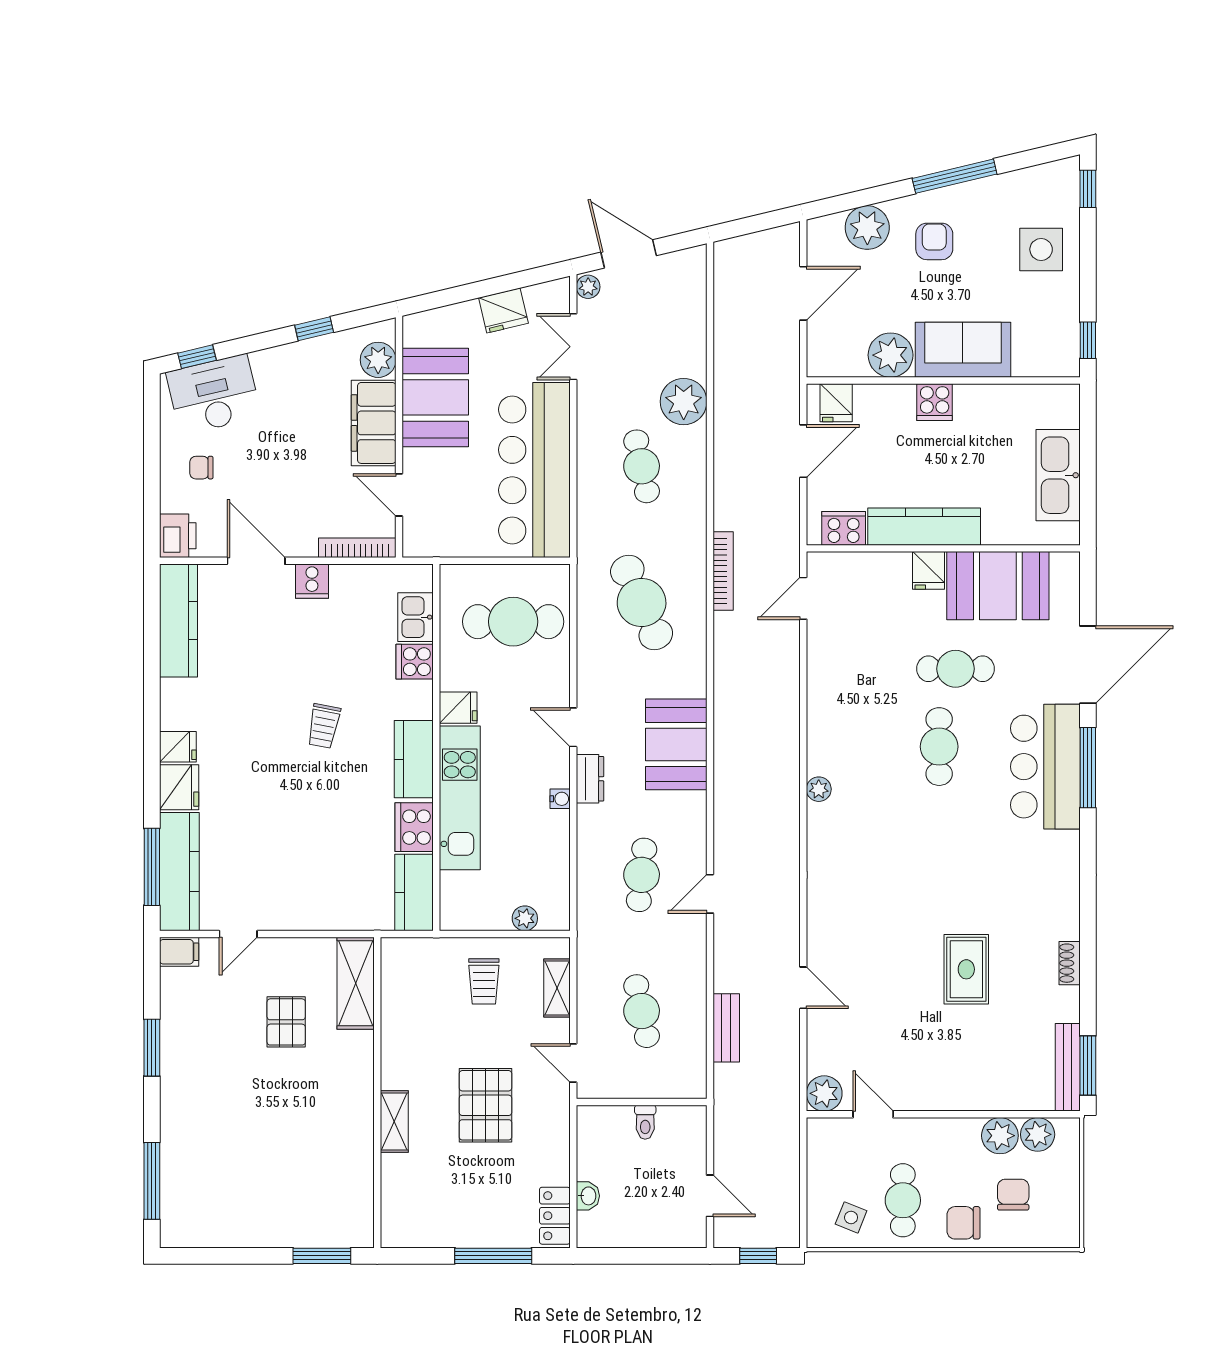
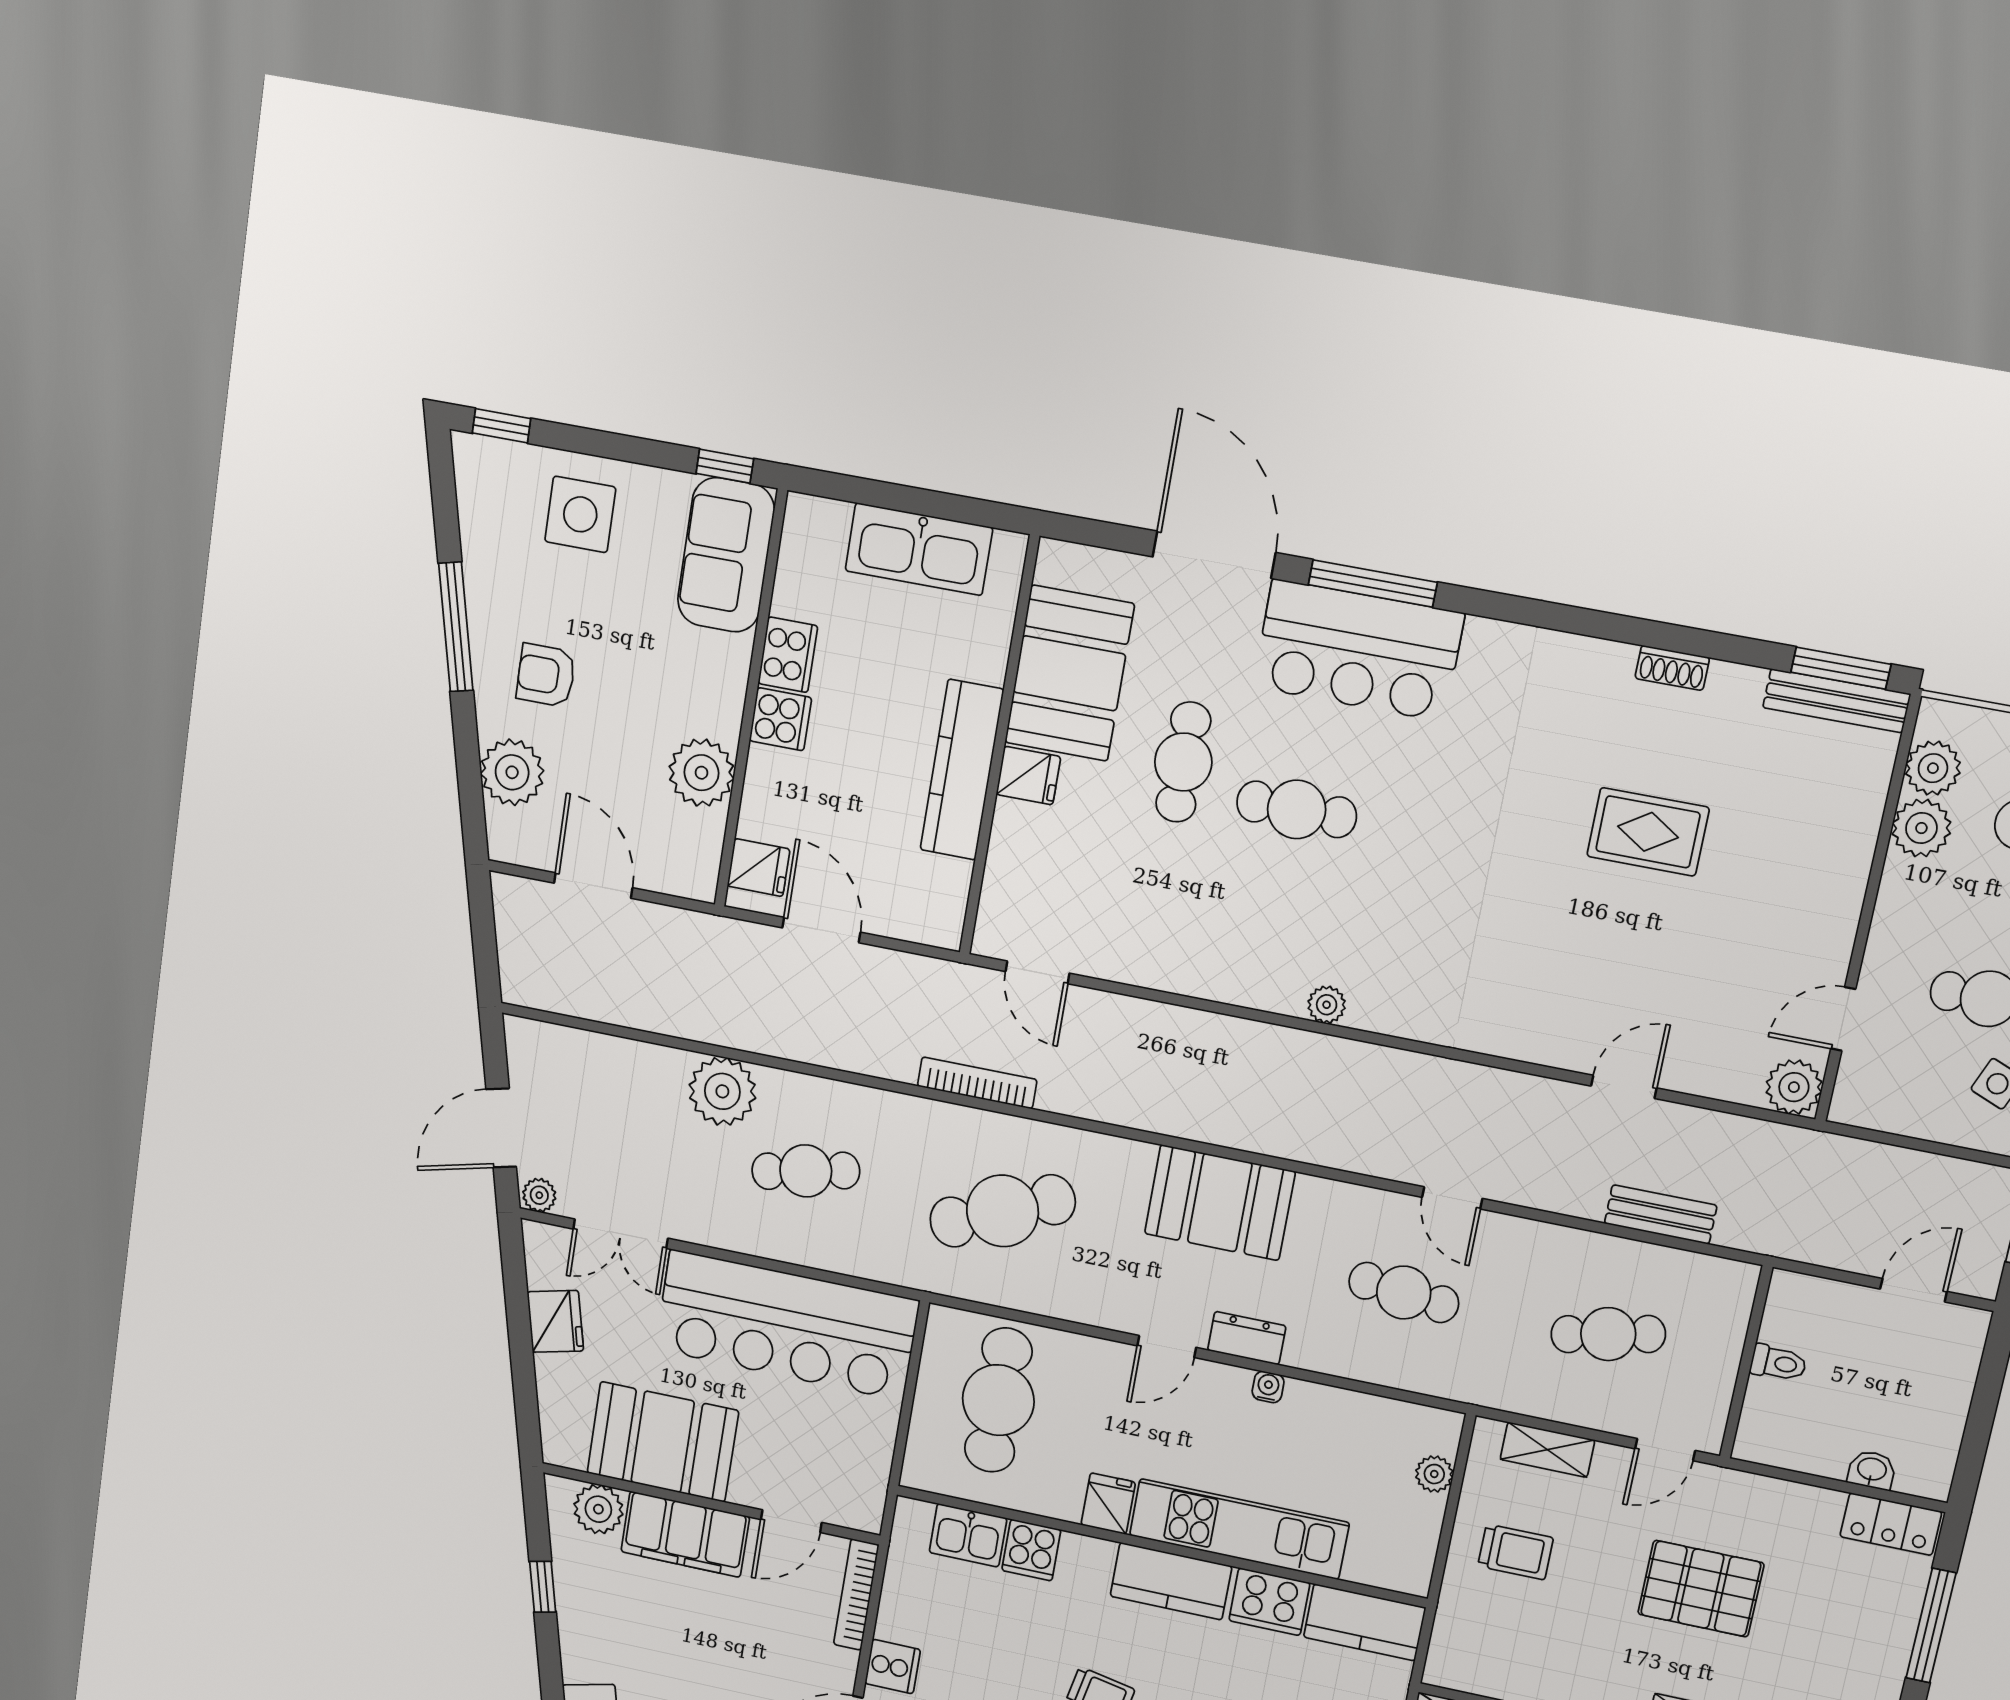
sofa: (963, 350) -> (726, 555), moved
cooker: (844, 528) -> (788, 655), moved, turned 180

